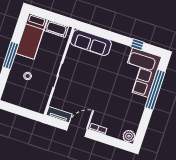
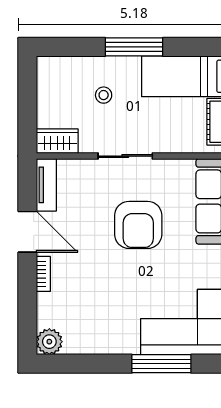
armchair: (90, 80) -> (138, 225), added
window: (155, 90) -> (161, 364), width x0.68
wardrobe: (41, 103) -> (57, 141), added

